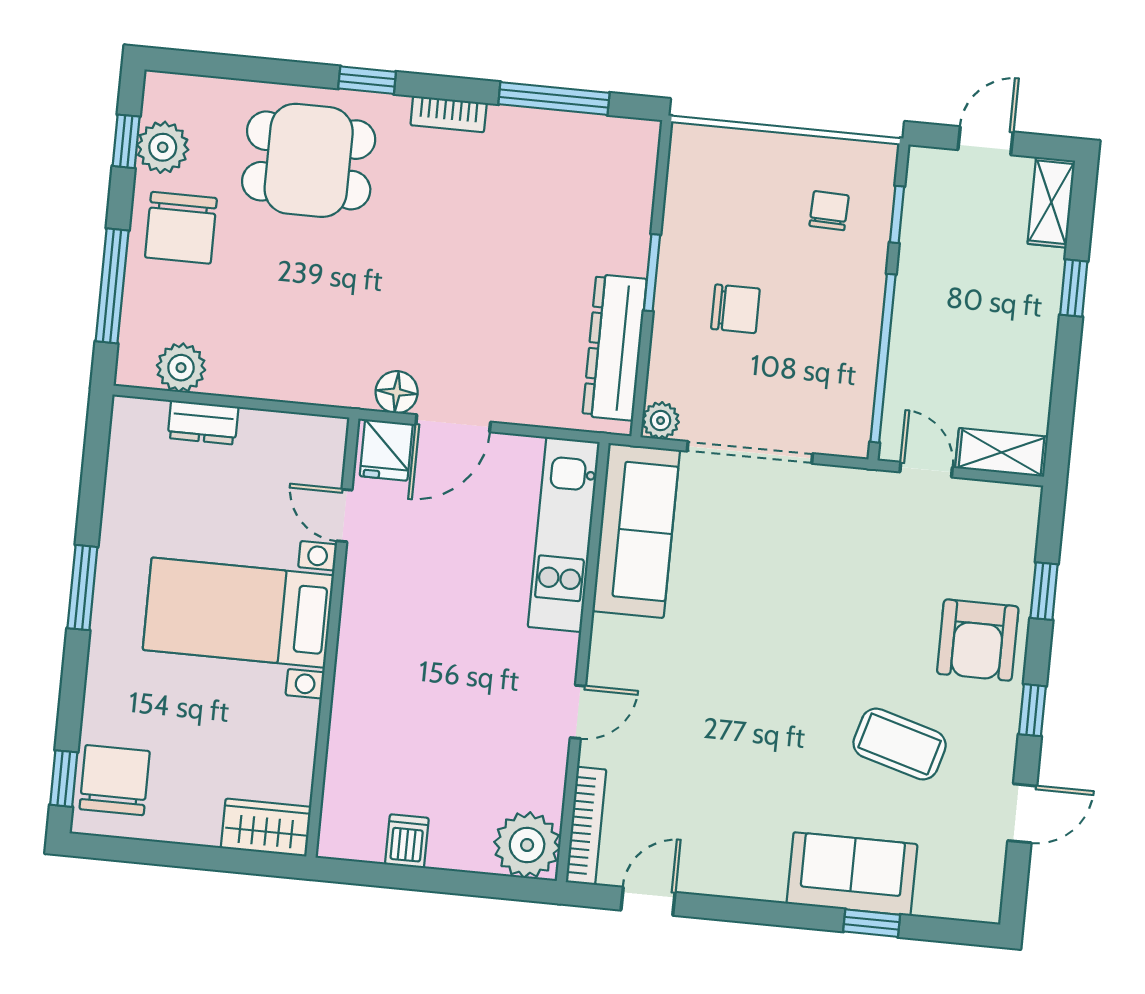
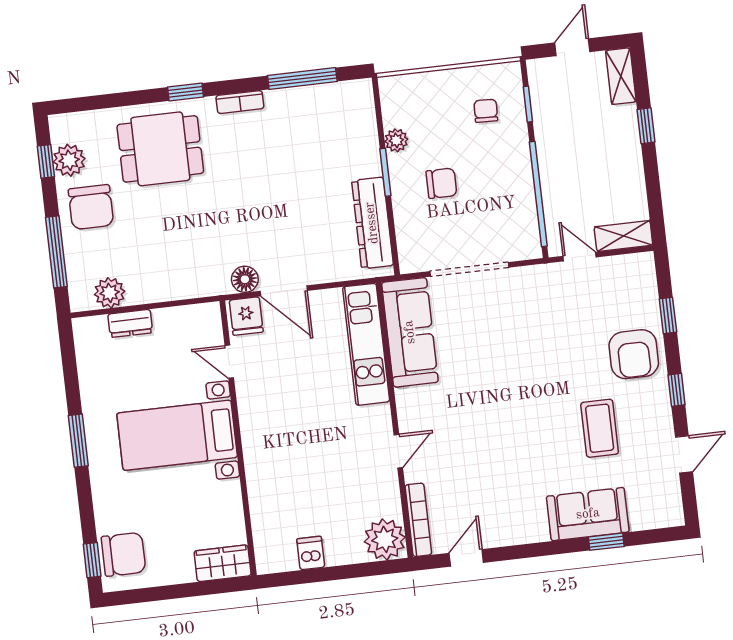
plant: (661, 421) -> (396, 140), moved
door: (453, 423) -> (284, 291), hinge flipped
coffee table: (900, 744) -> (600, 428), turned 74
chair: (115, 780) -> (123, 554), turned 90

